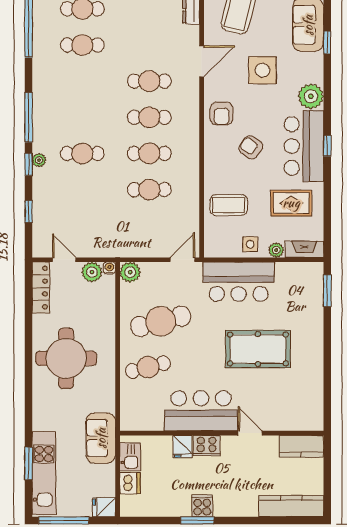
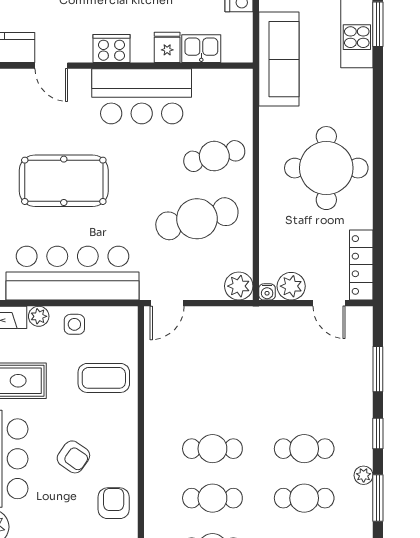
window: (29, 117) -> (378, 498), width x0.69
plant: (39, 160) -> (364, 475), moved
cafe table: (149, 190) -> (304, 498), moved
window: (29, 212) -> (378, 369), width x1.50
bar counter: (239, 282) -> (73, 273), width x1.36
door: (250, 433) -> (51, 66), moved
sofa: (101, 438) -> (279, 59), width x1.36
cooker: (207, 446) -> (111, 49), moved
kitchen sink: (130, 457) -> (201, 49), moved, turned 90

